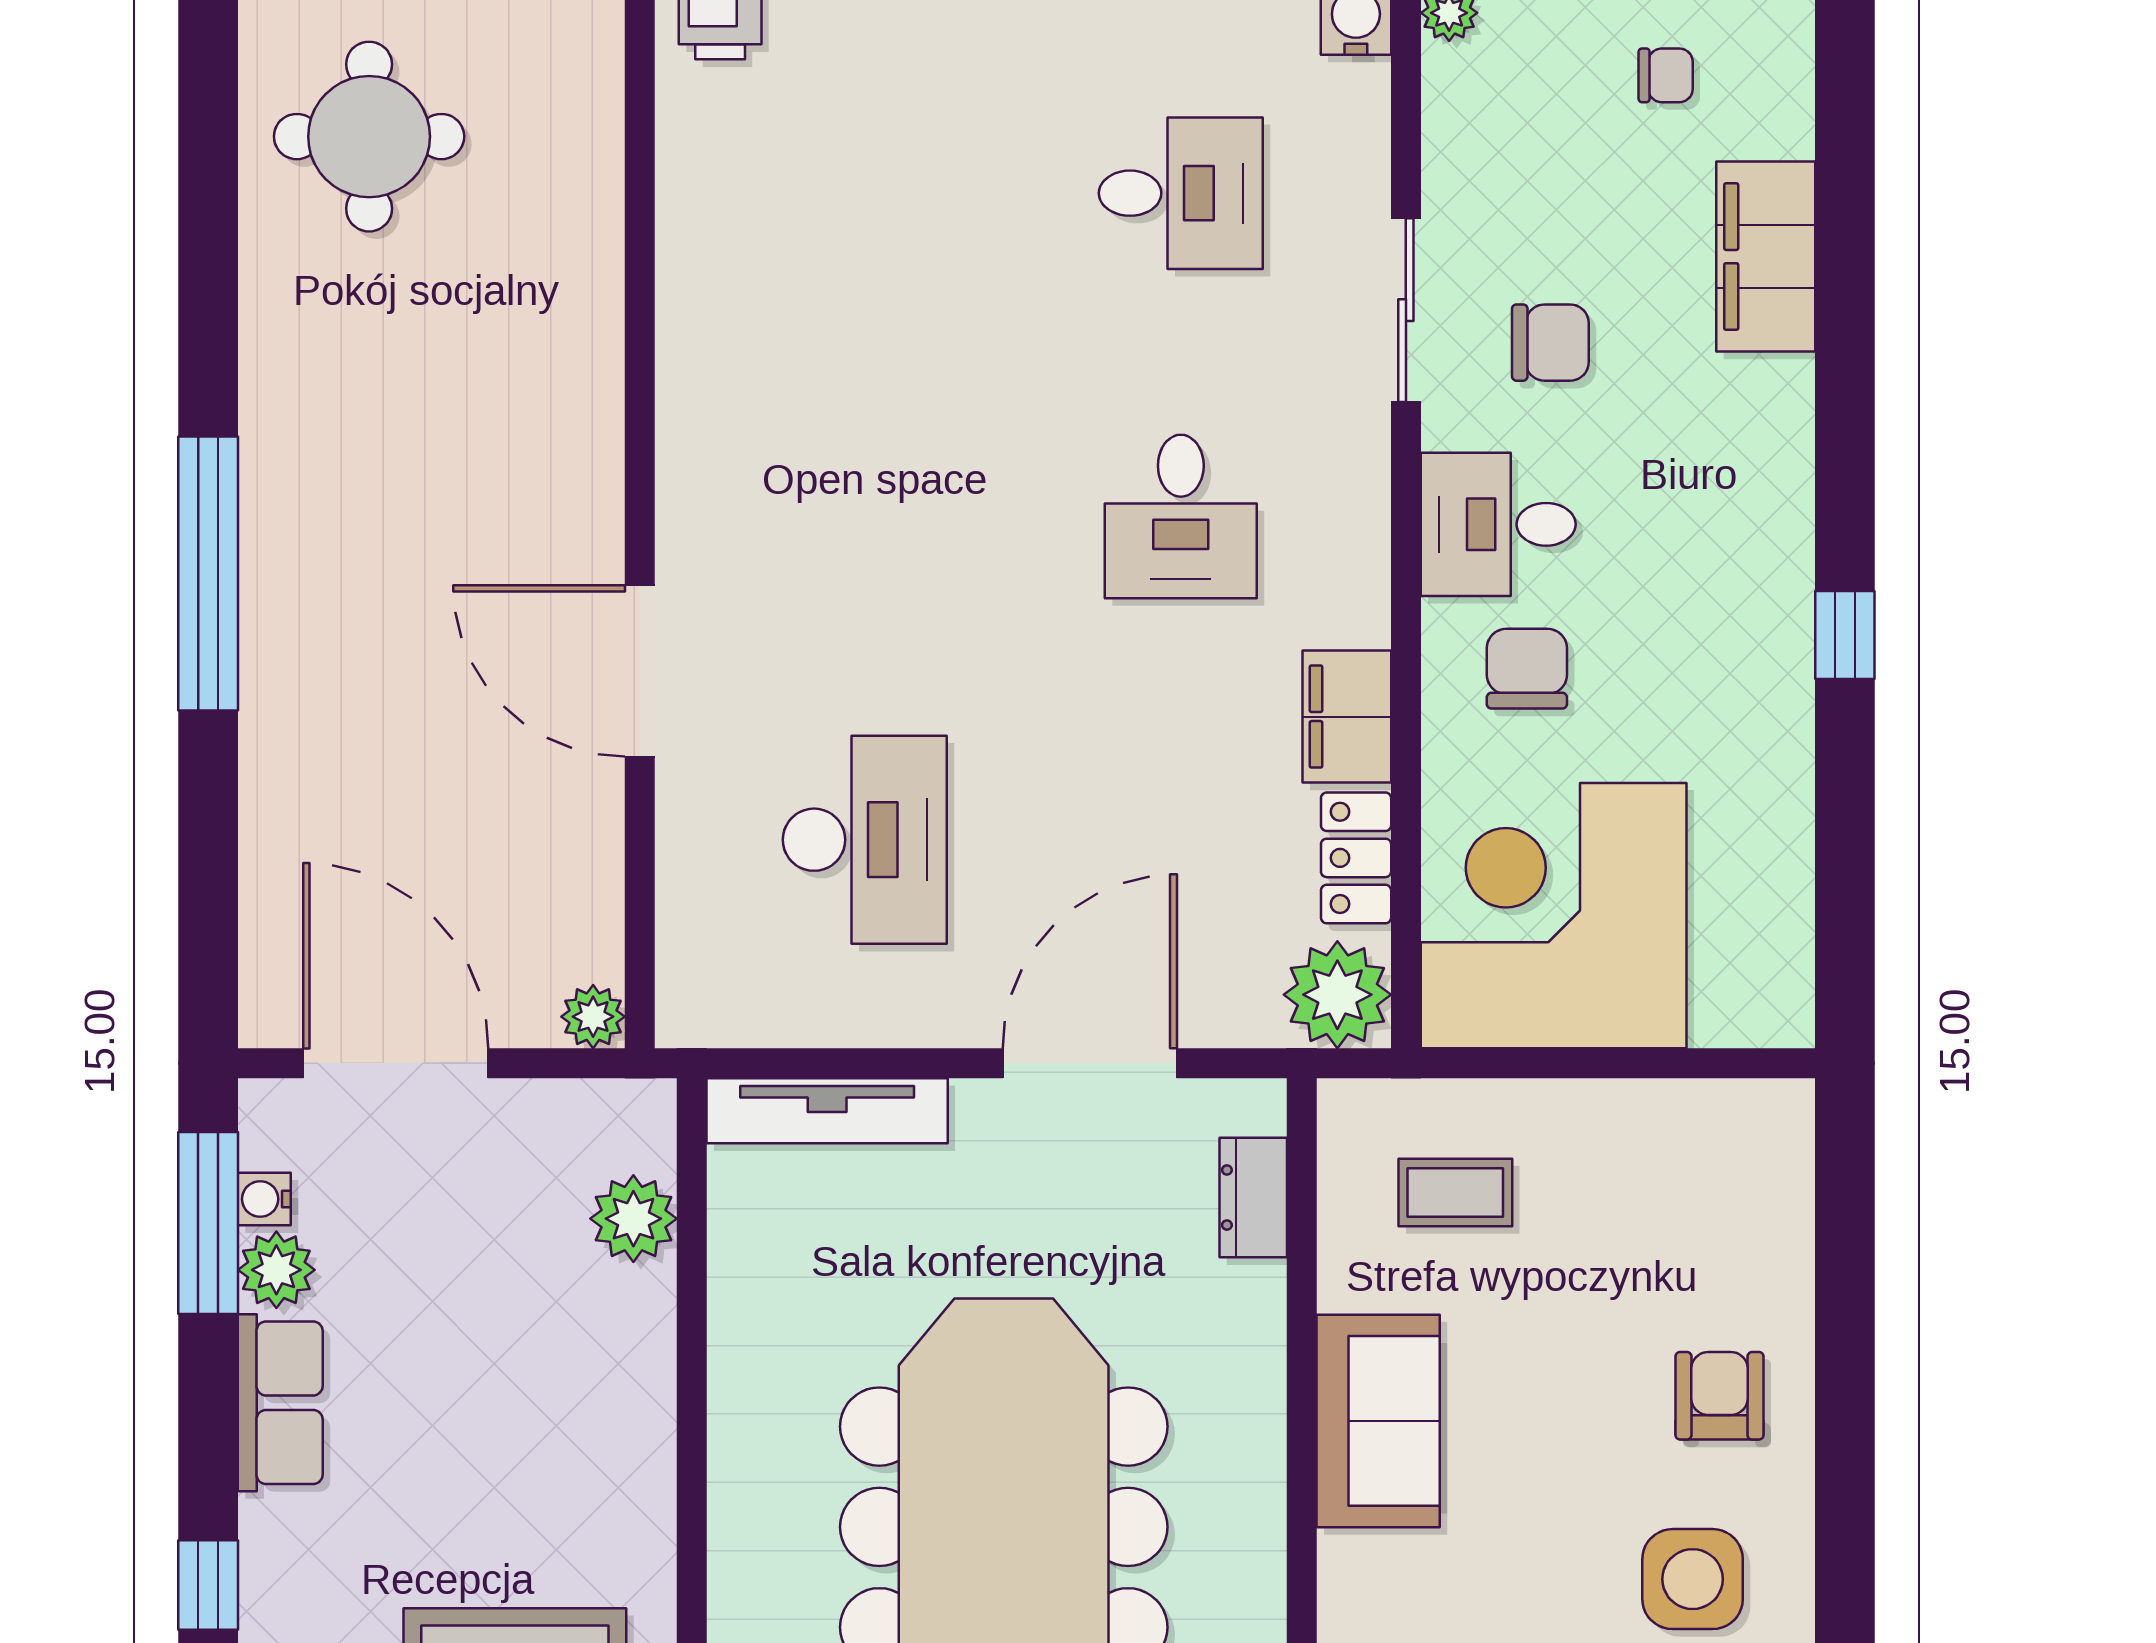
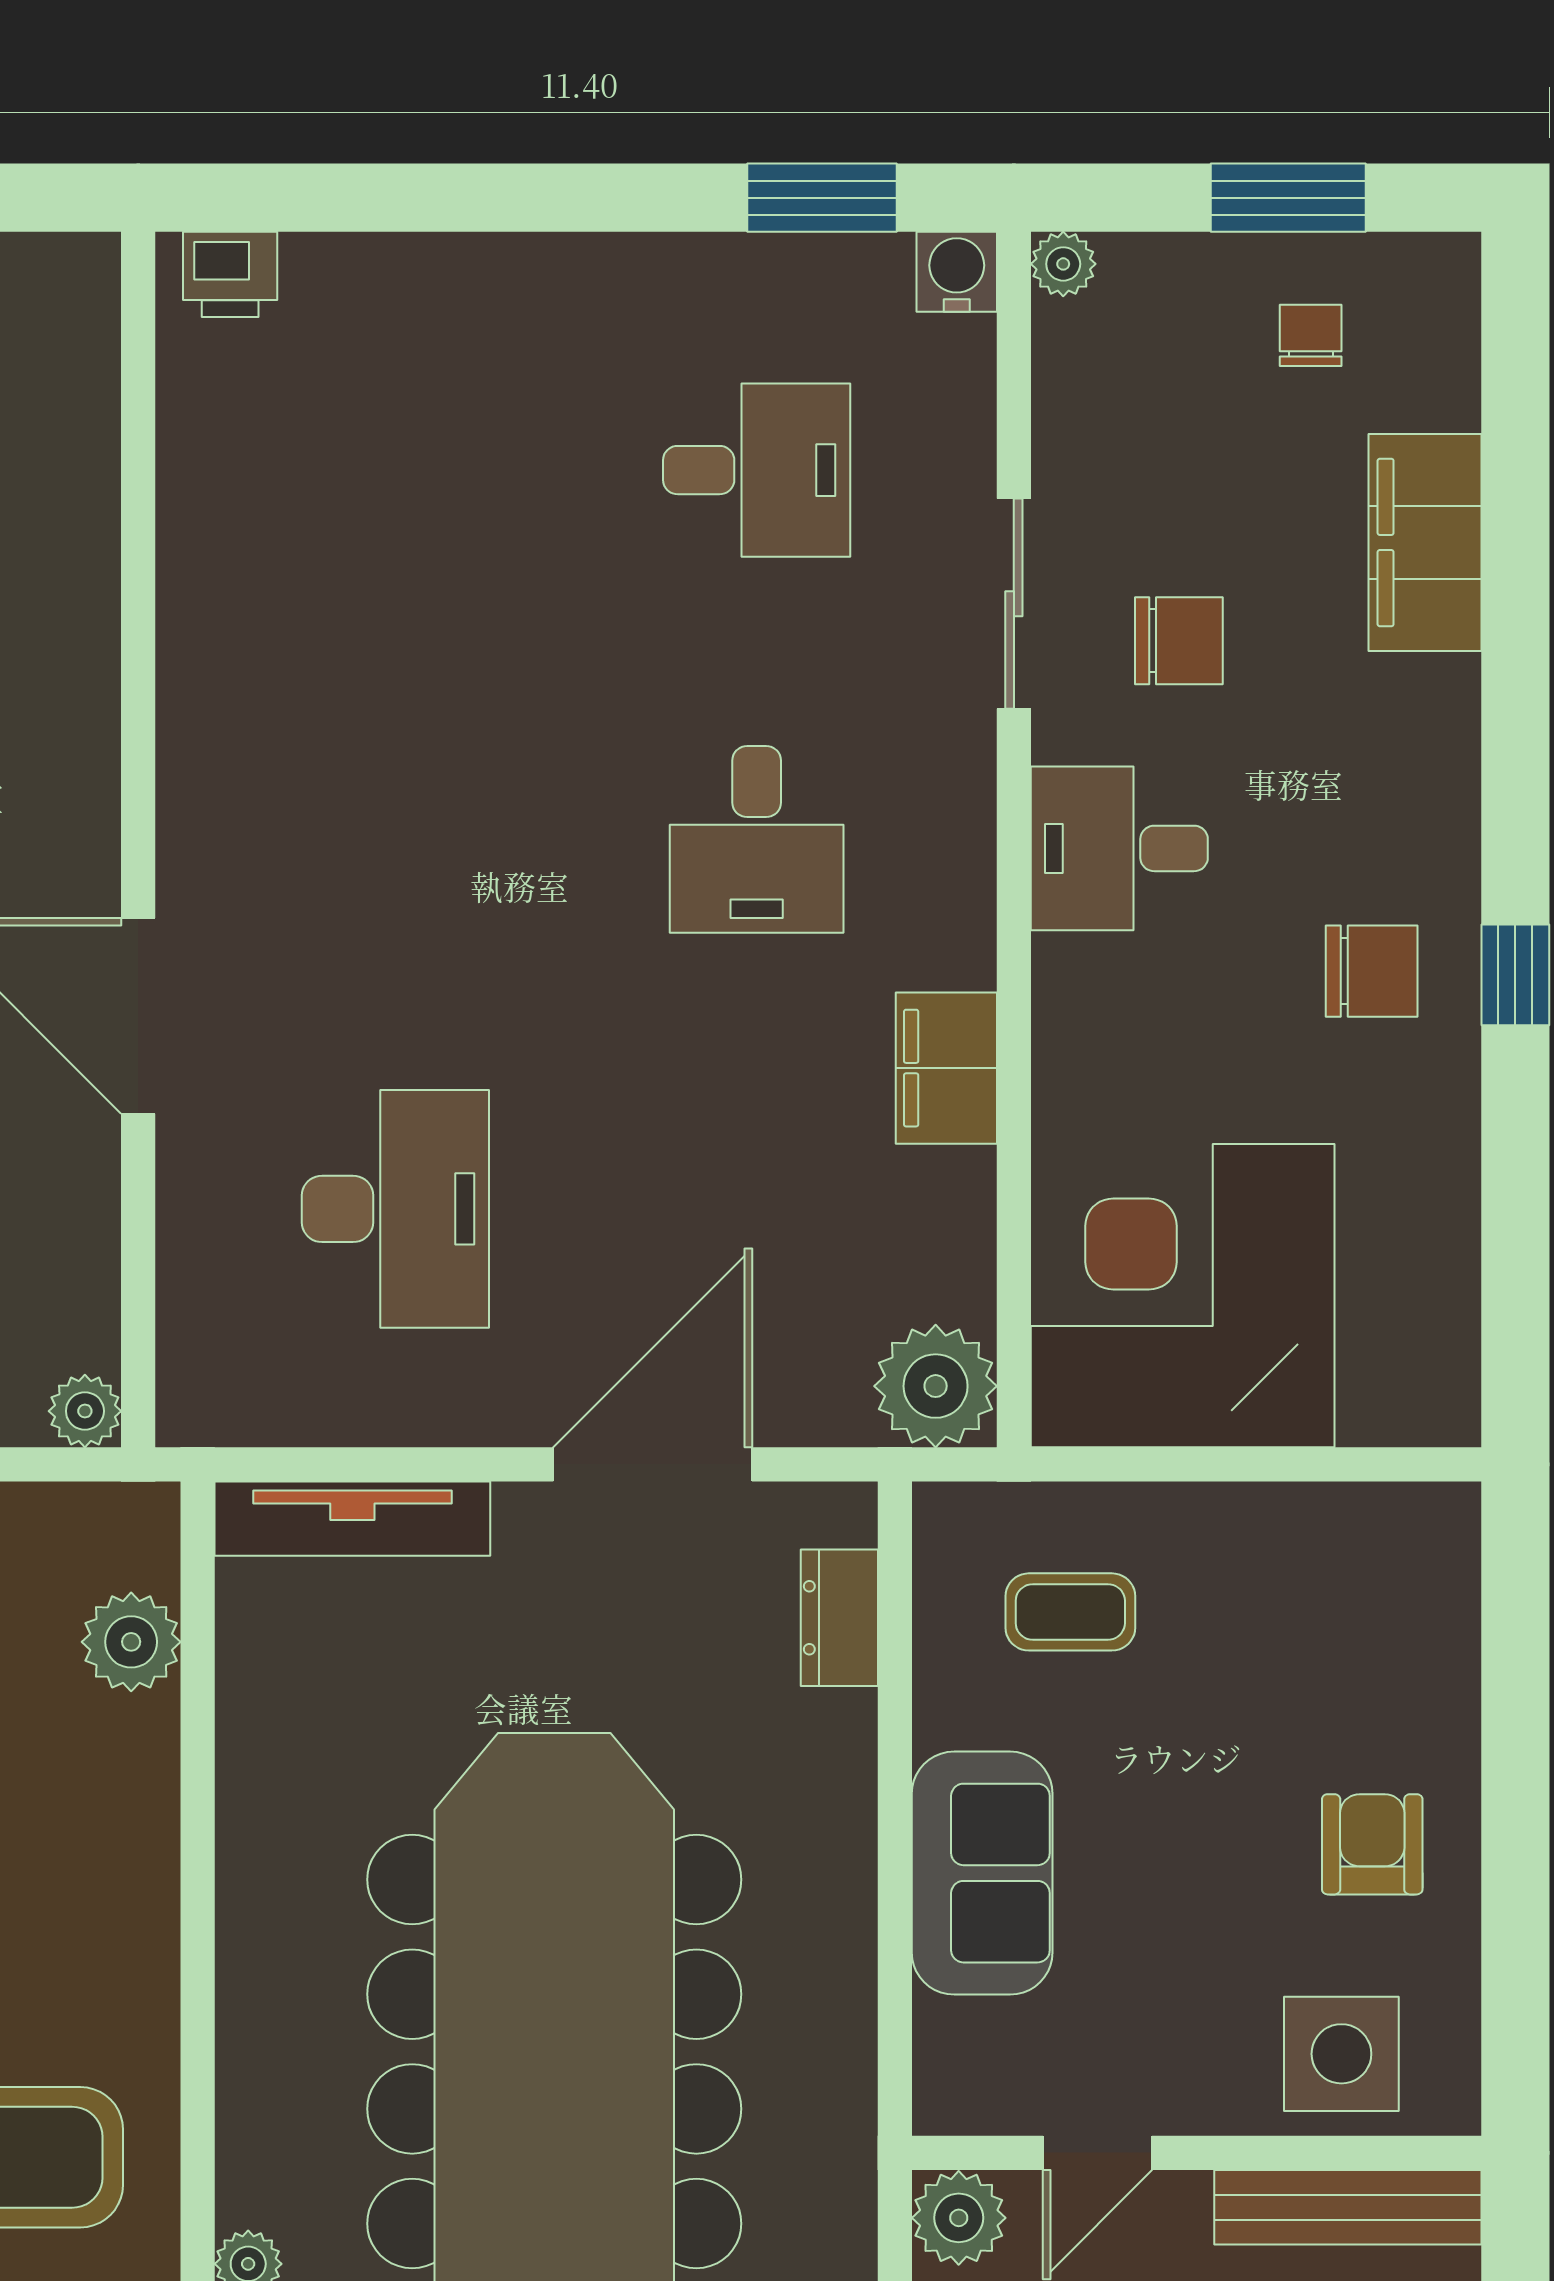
chair: (1666, 75) -> (1311, 335), turned -90
chair: (1527, 669) -> (1372, 971), moved, turned 90
locker: (1356, 858) -> (957, 1230), removed

